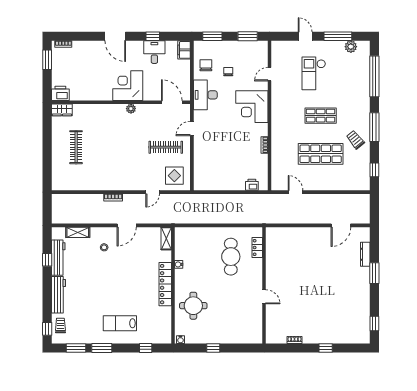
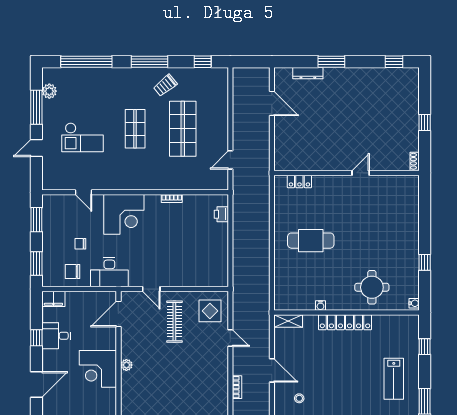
locker: (257, 247) -> (299, 181), moved
wall: (264, 285) -> (346, 173), moved
door: (264, 297) -> (361, 173), moved

